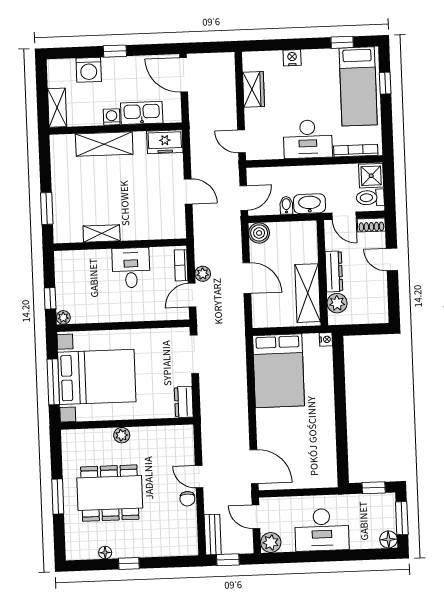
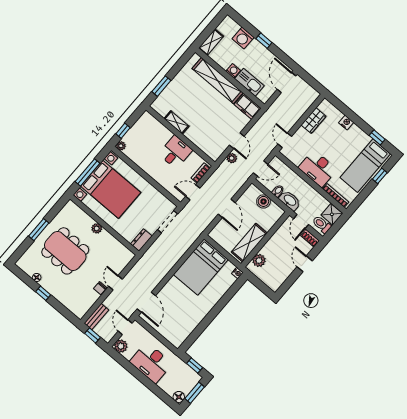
shelving: (104, 144) -> (218, 81), width x1.47
boiler: (259, 233) -> (263, 201), moved
dresser: (334, 271) -> (271, 244), removed
plant: (203, 274) -> (232, 158), moved

